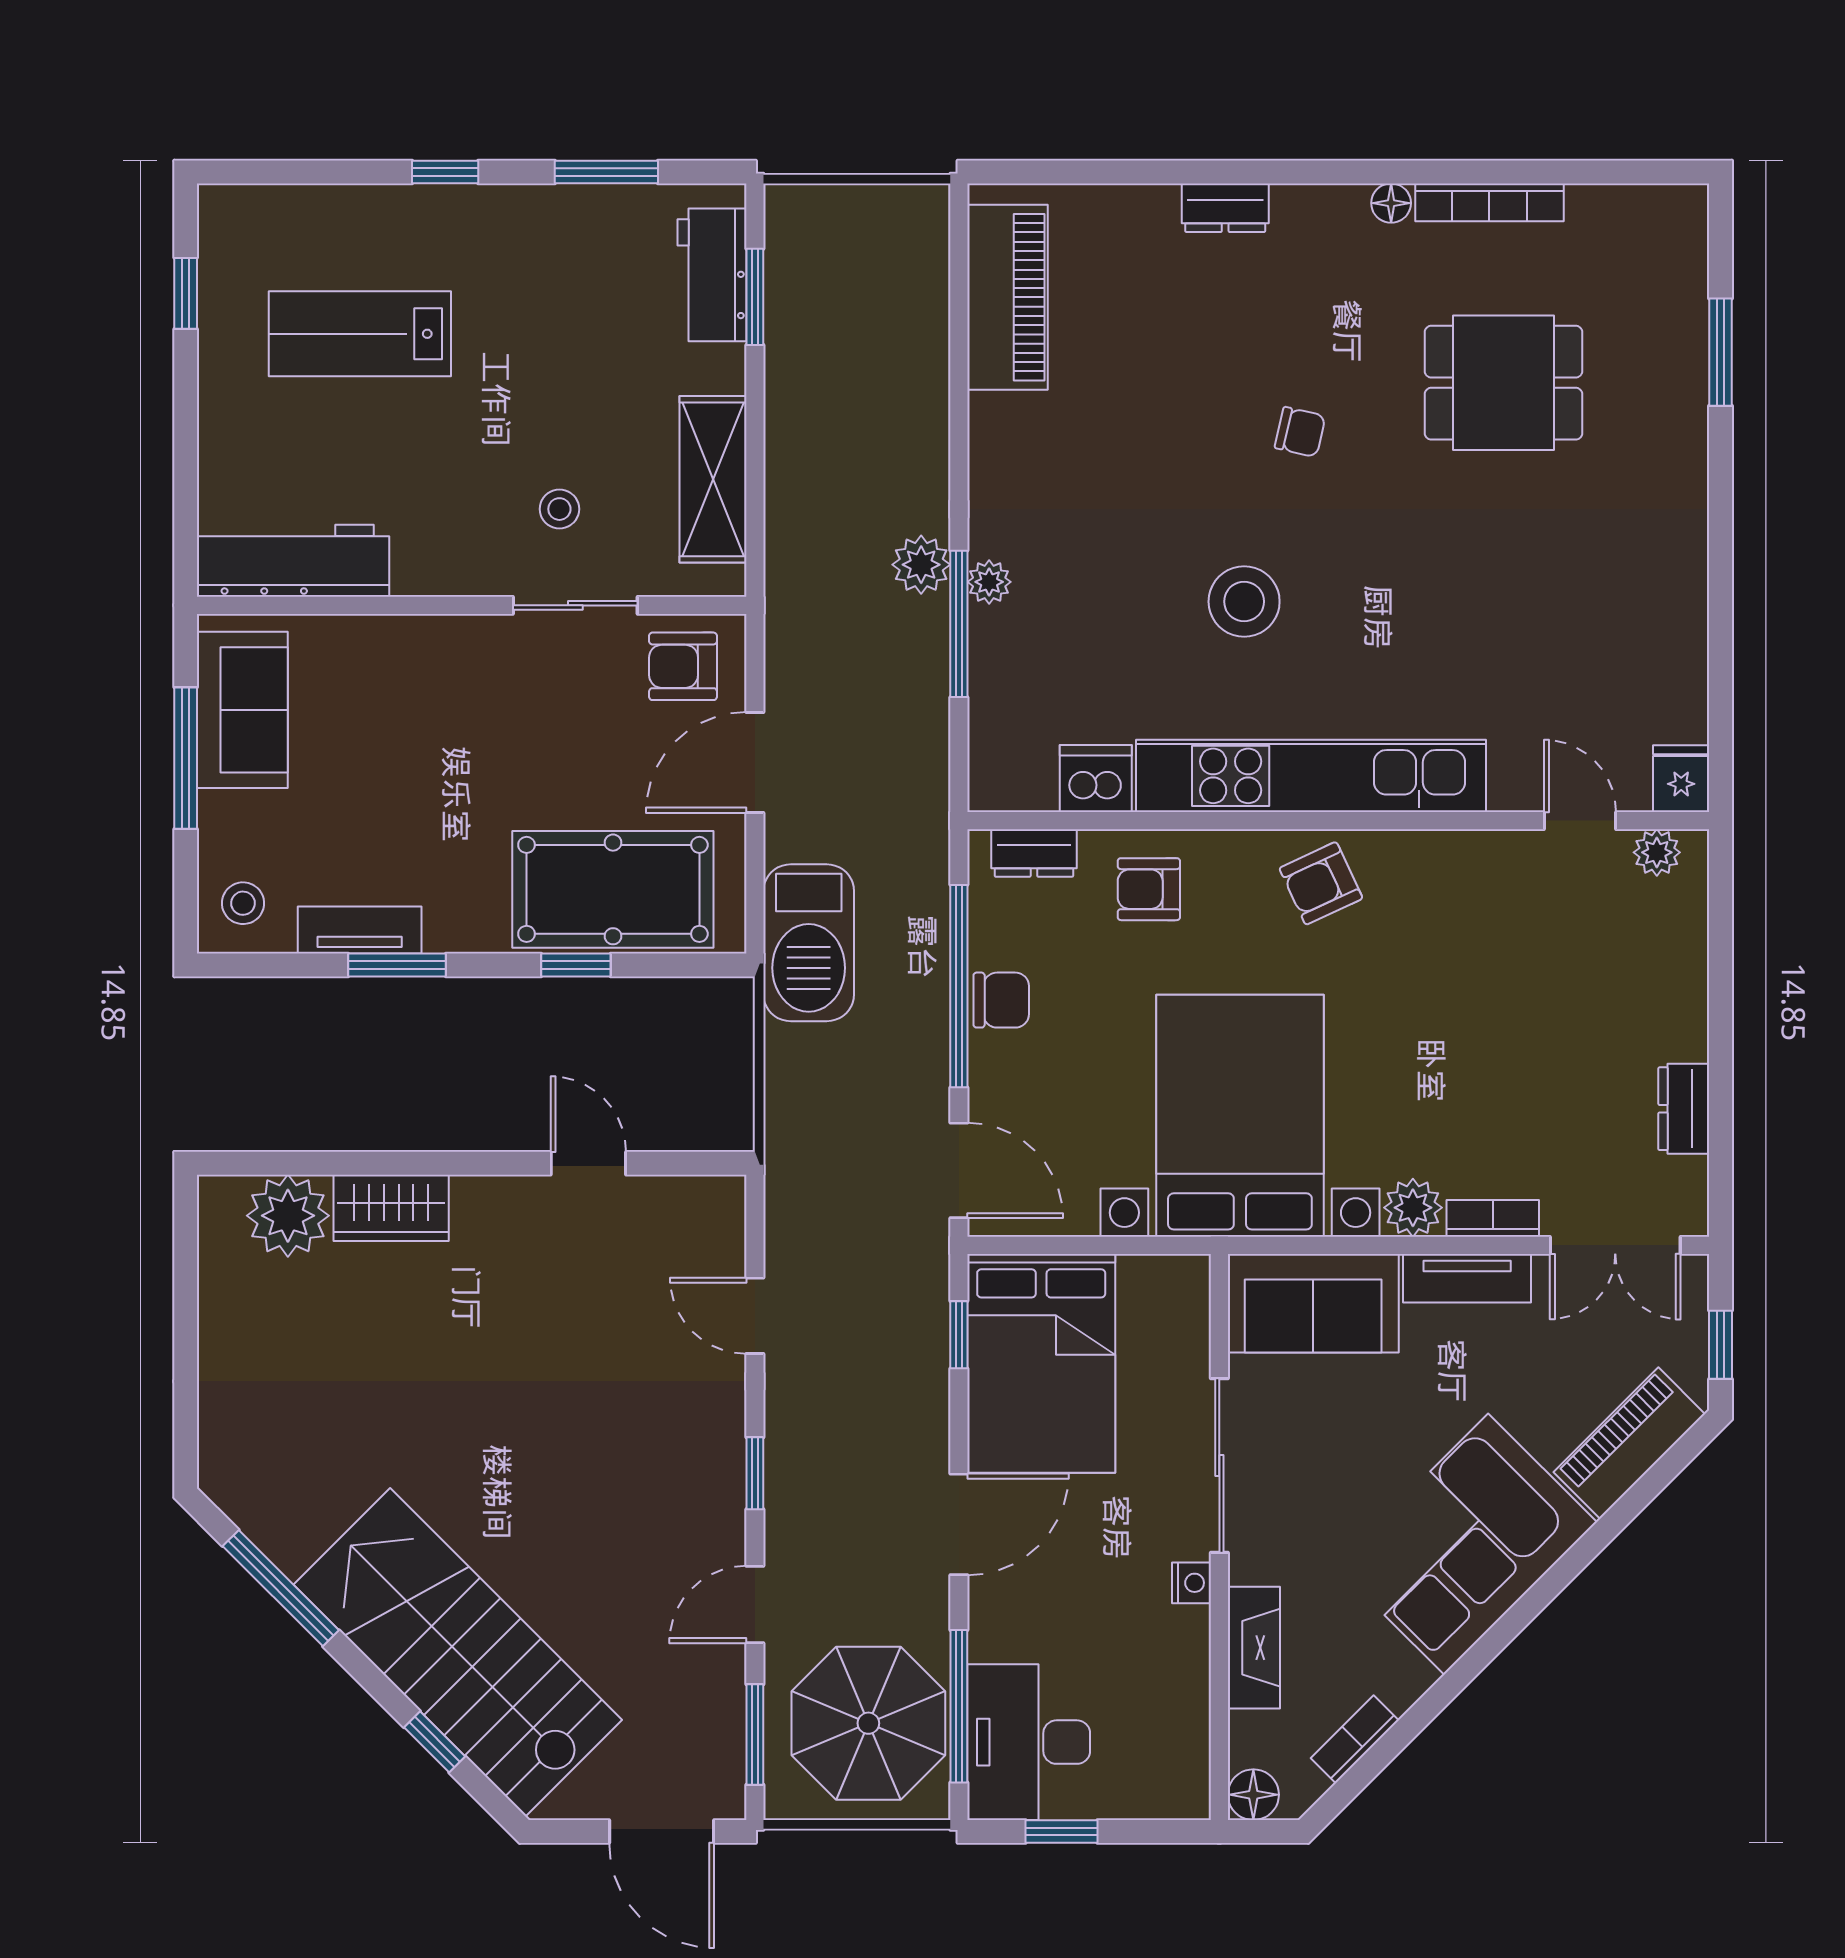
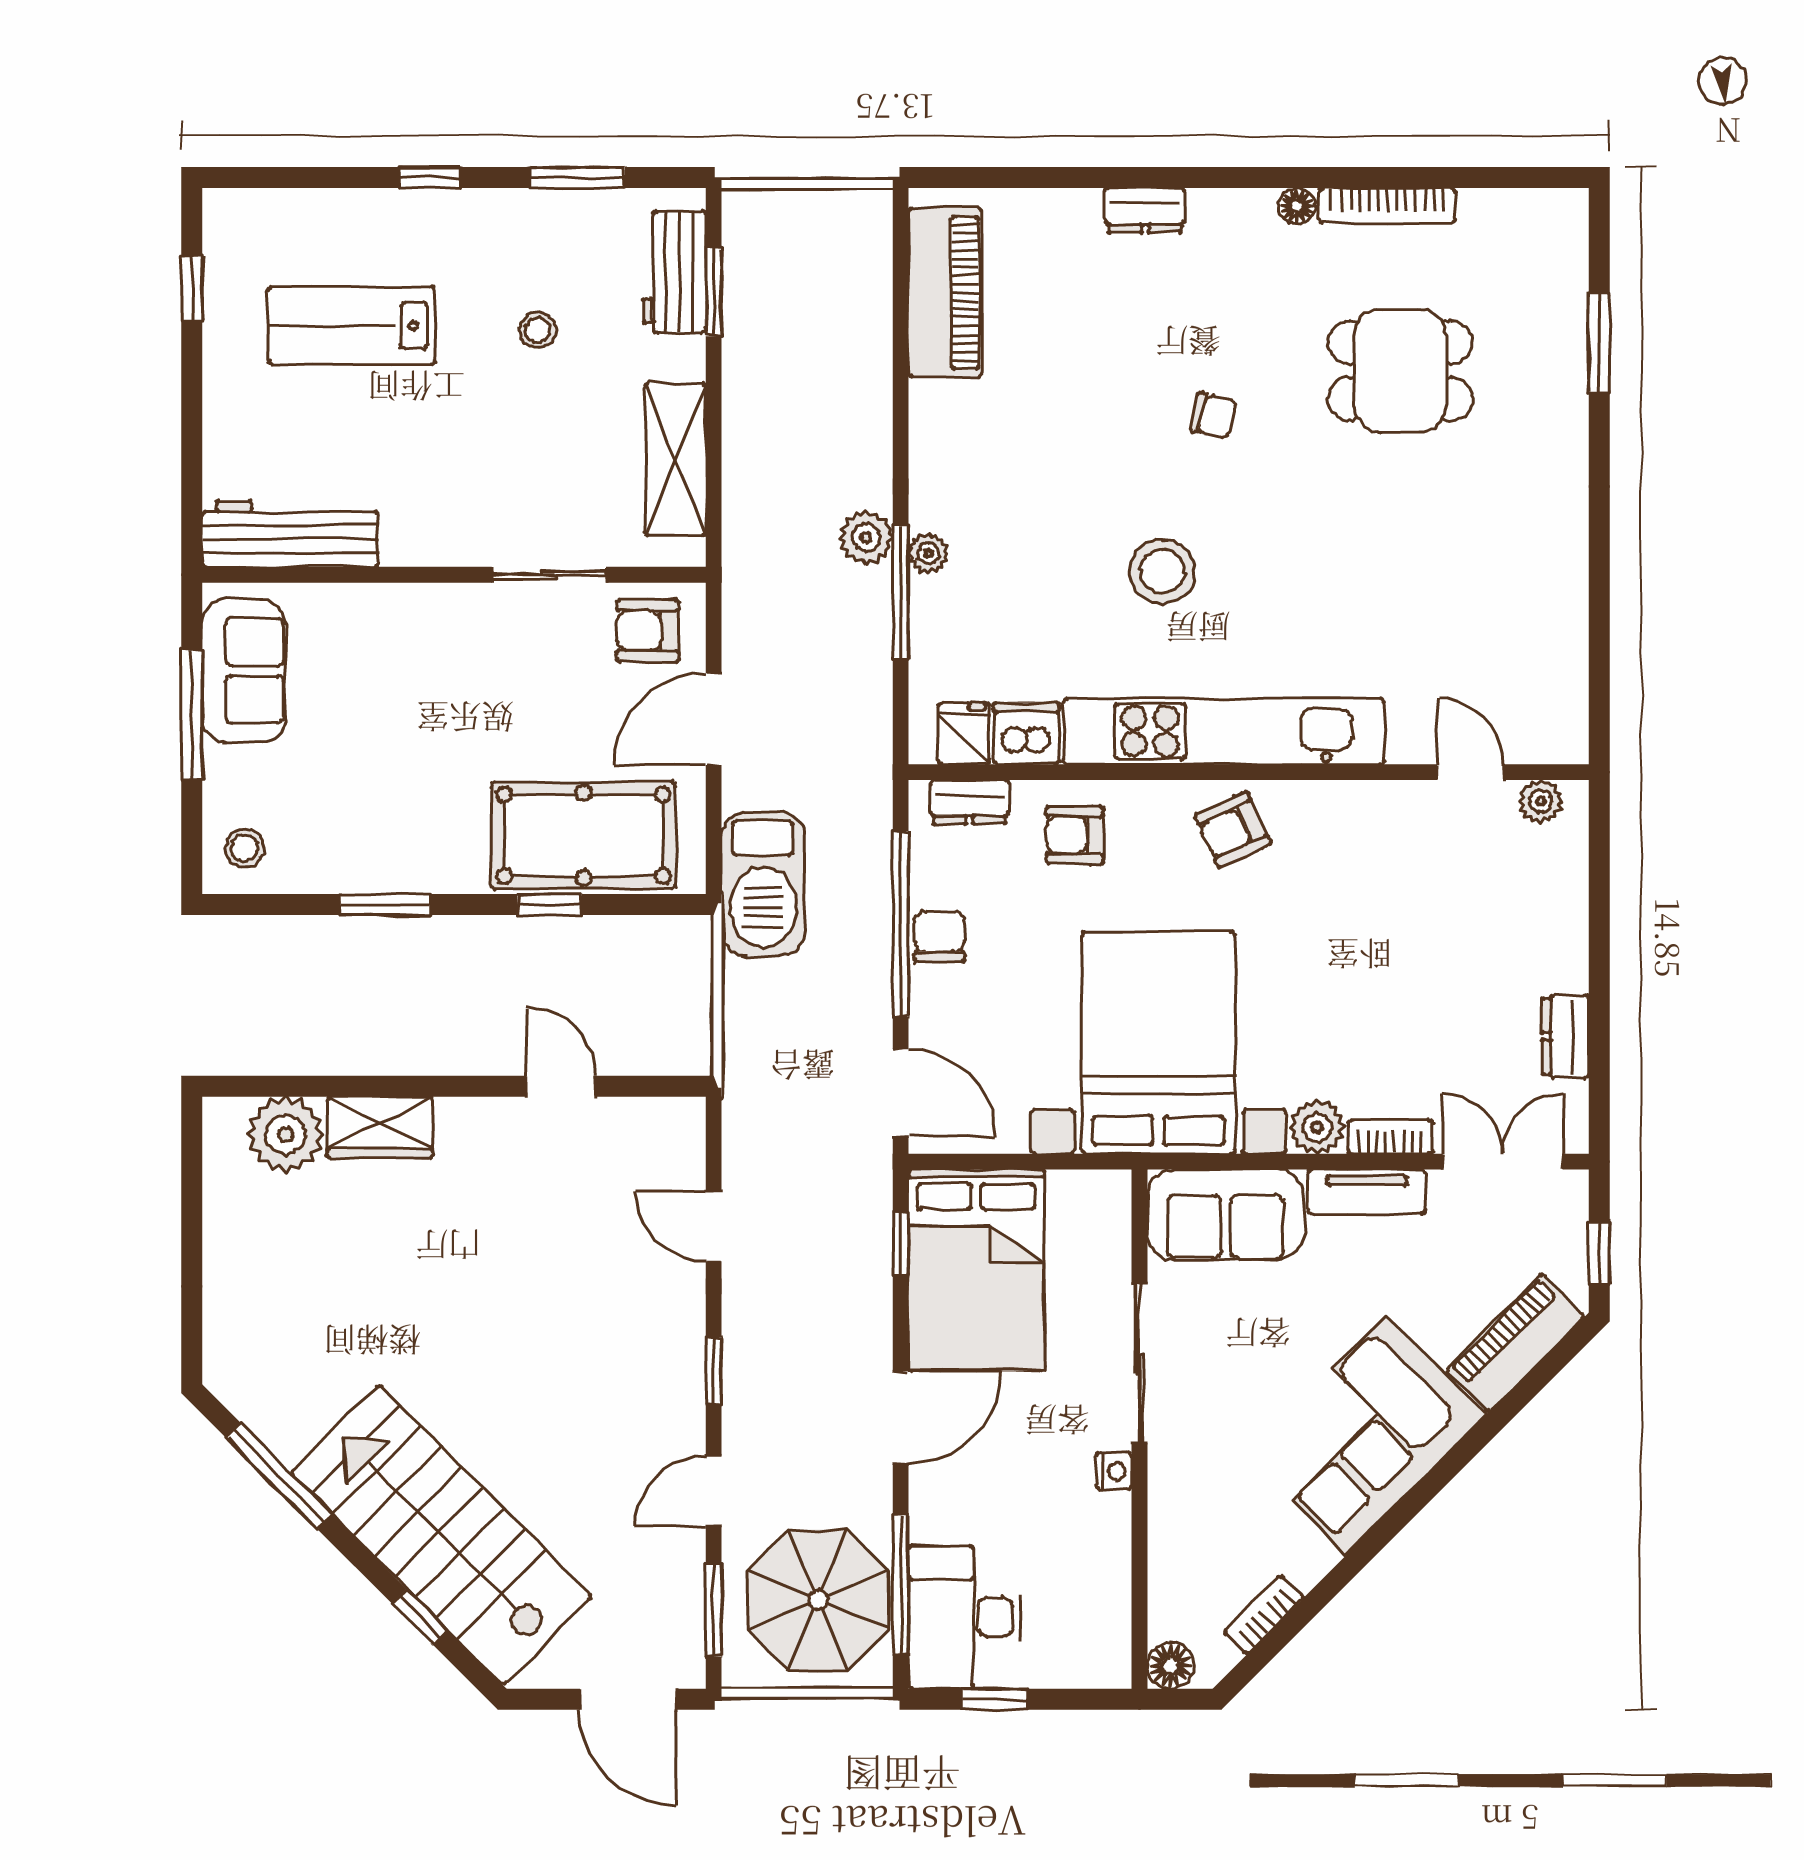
stool: (559, 509) -> (538, 330), moved
fridge: (1681, 779) -> (964, 734), moved
tv unit: (360, 930) -> (351, 873), removed
chair: (1001, 1000) -> (940, 937), turned -90
double door: (1615, 1245) -> (1503, 1162), swing flipped
fireplace: (1254, 1648) -> (1171, 1531), removed

